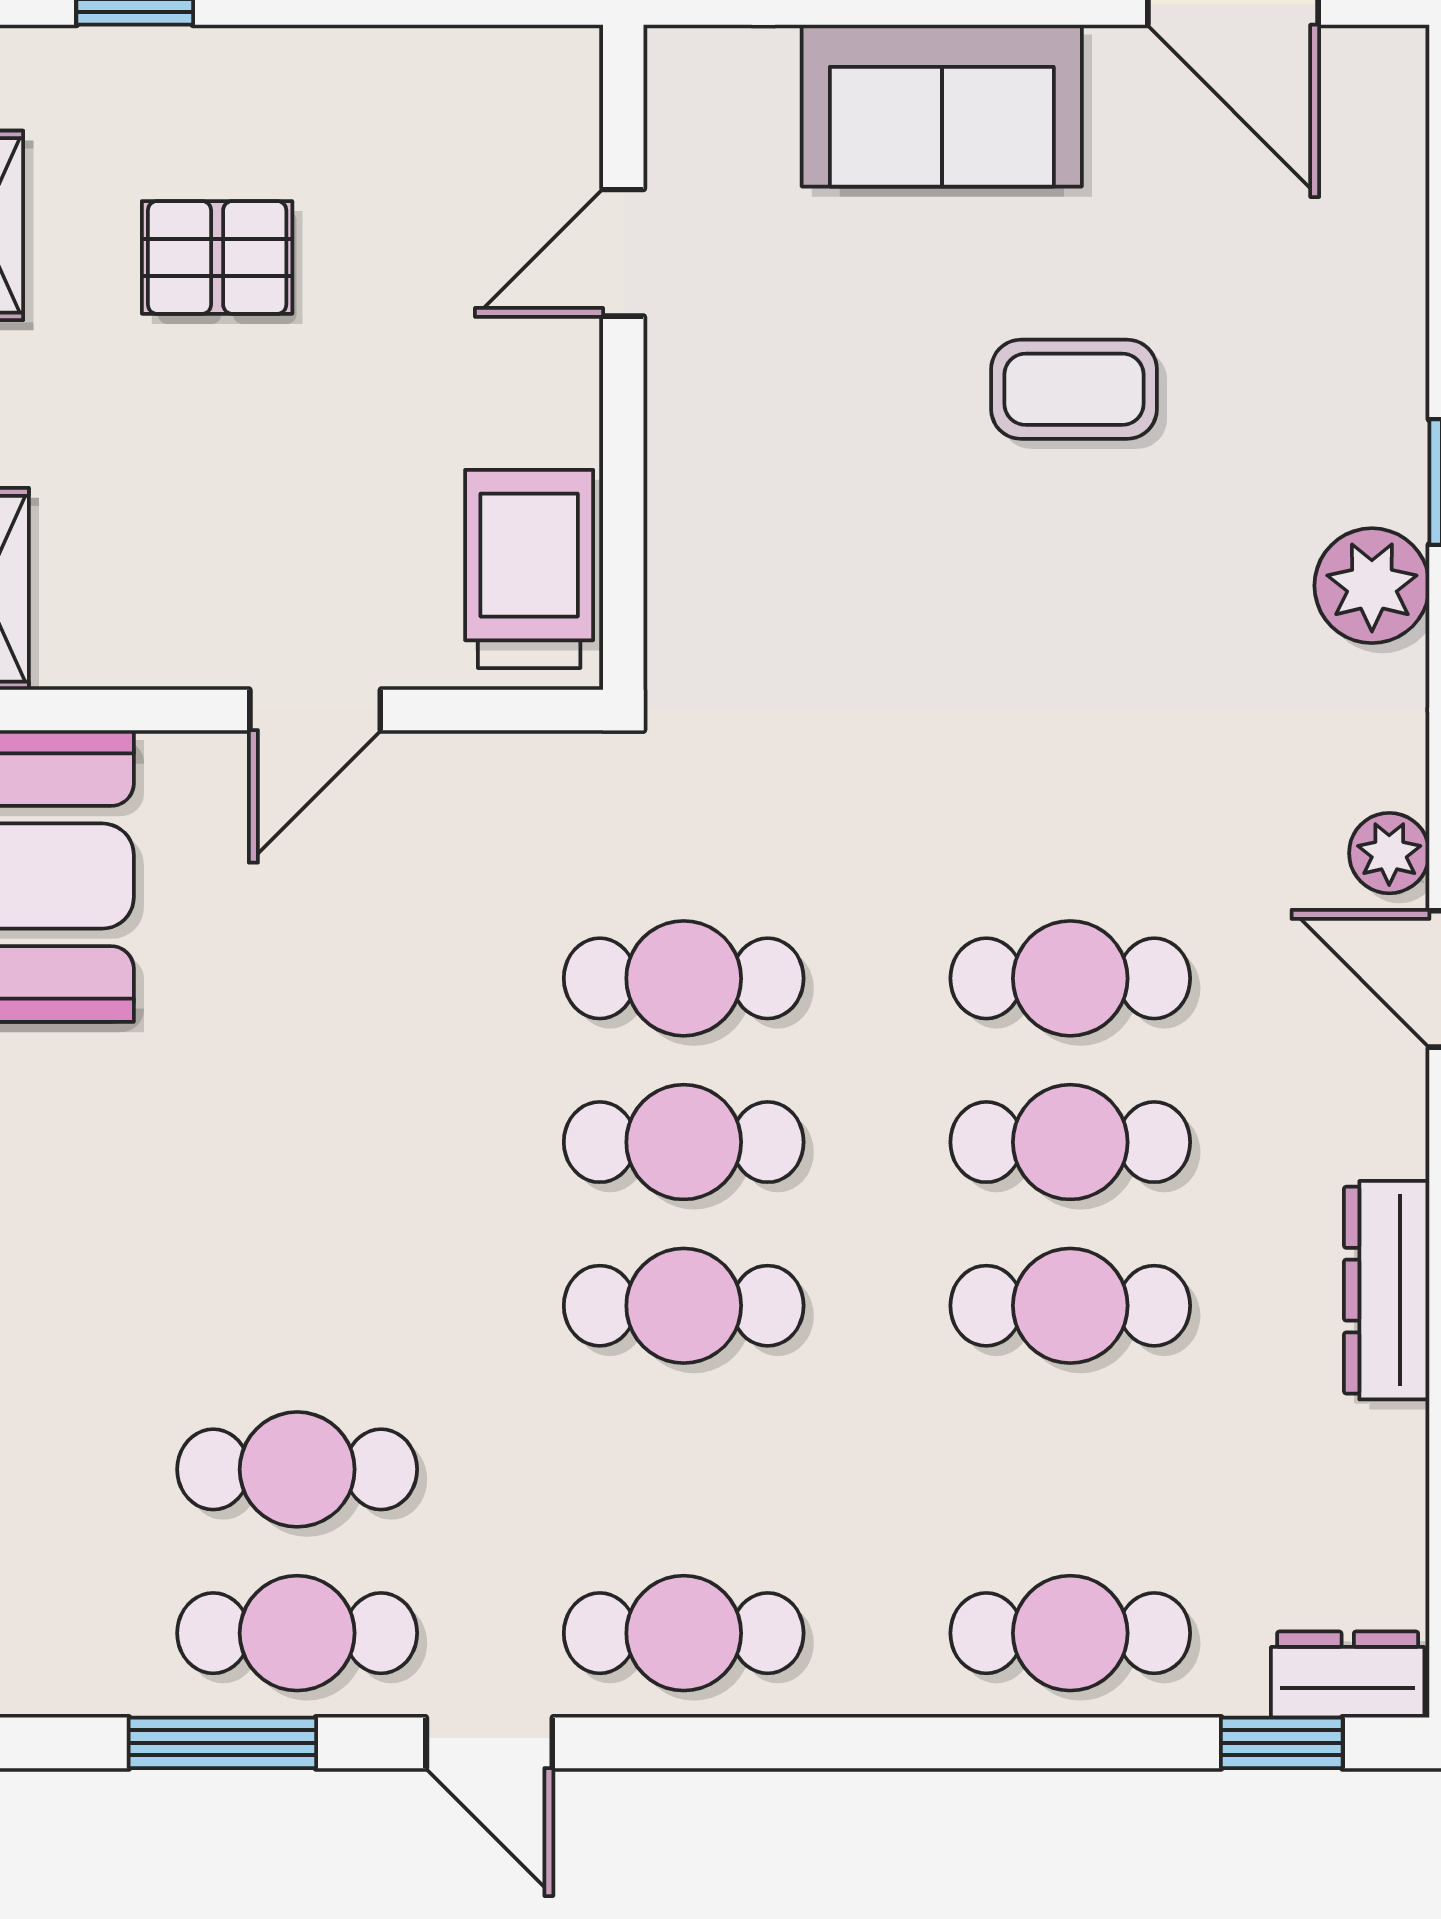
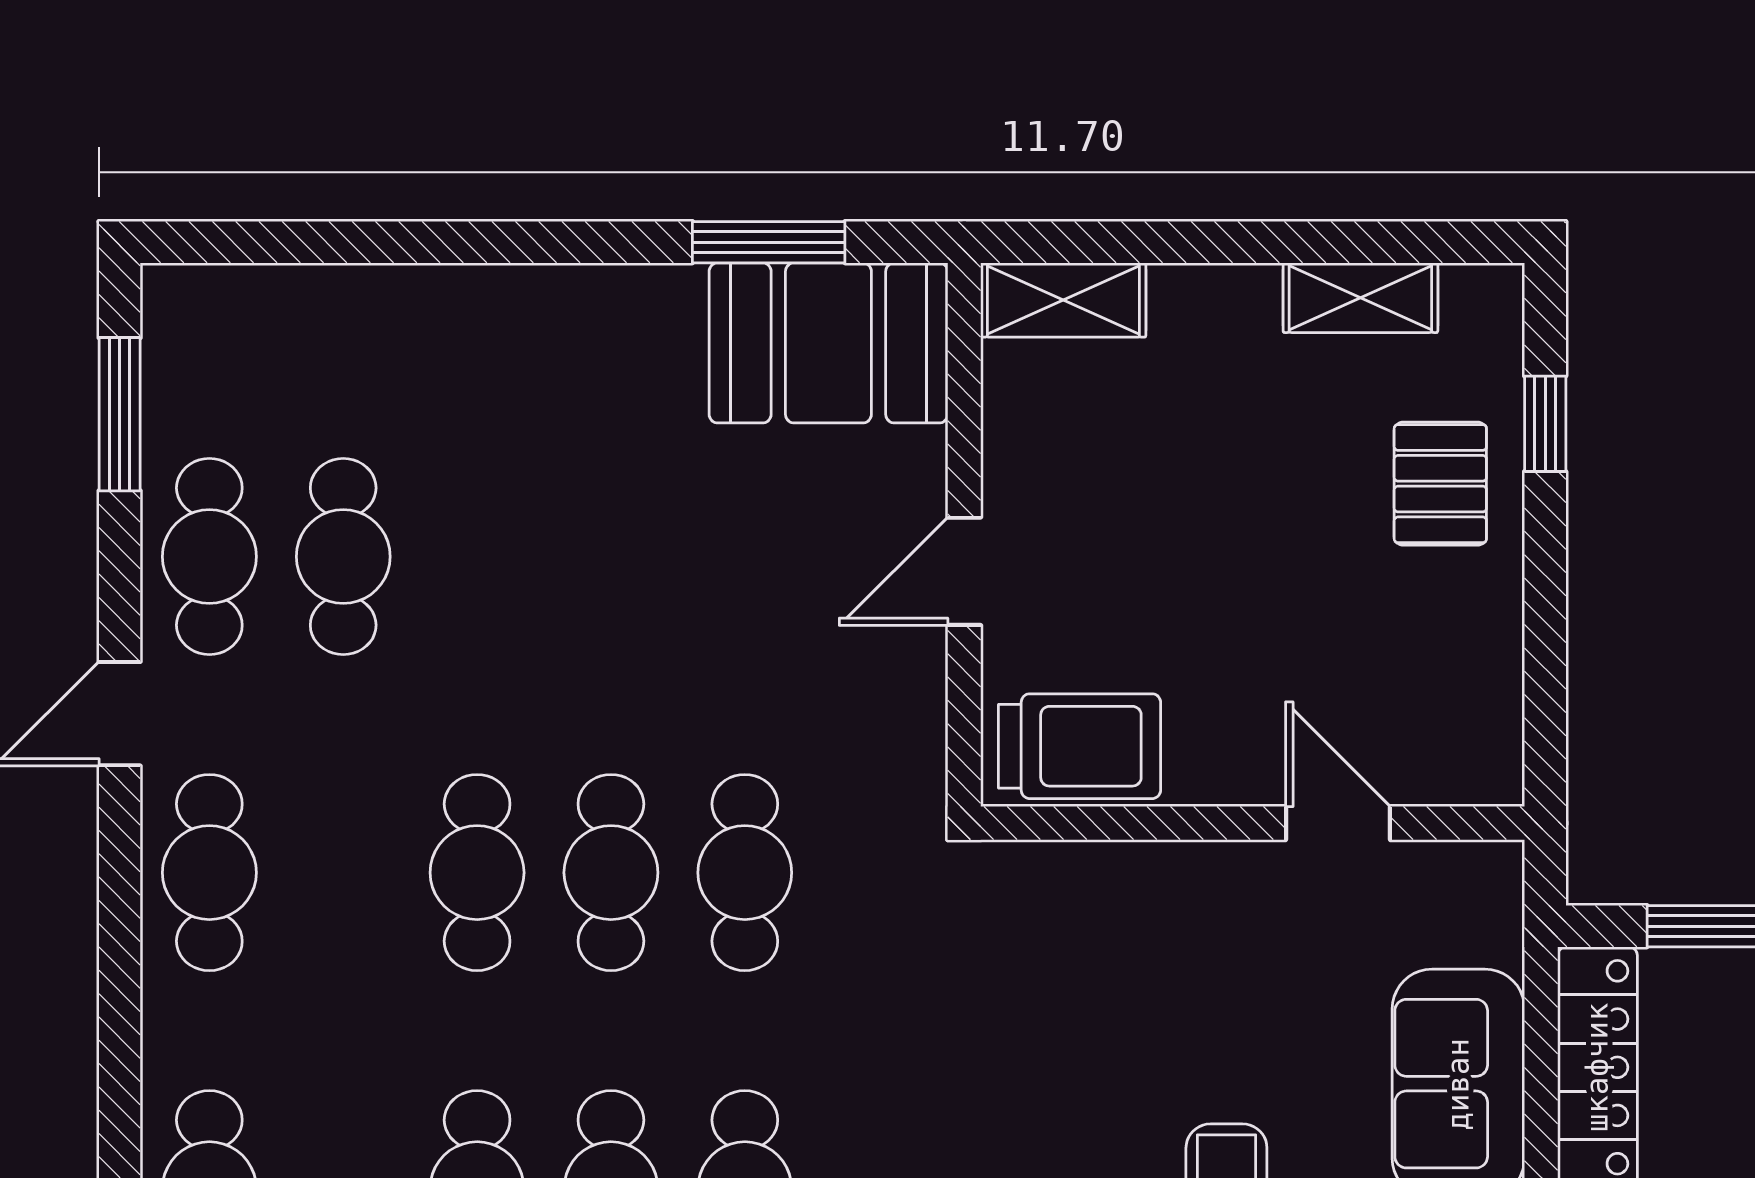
pallet: (217, 257) -> (1440, 484), moved
door: (315, 710) -> (964, 571), hinge flipped
window: (222, 1743) -> (120, 414), moved

